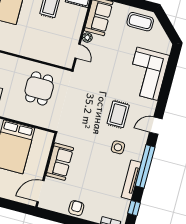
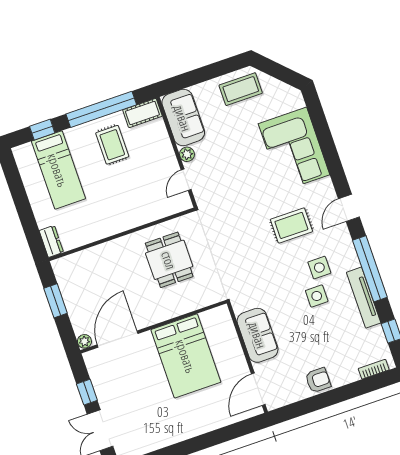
door: (78, 51) -> (186, 180), swing flipped
rug: (118, 114) -> (291, 225), turned 90
side table: (106, 162) -> (317, 296), added
armchair: (76, 208) -> (318, 380), turned 90

